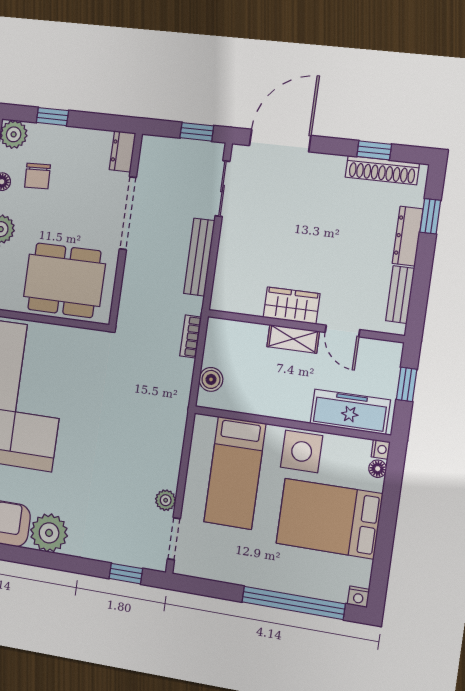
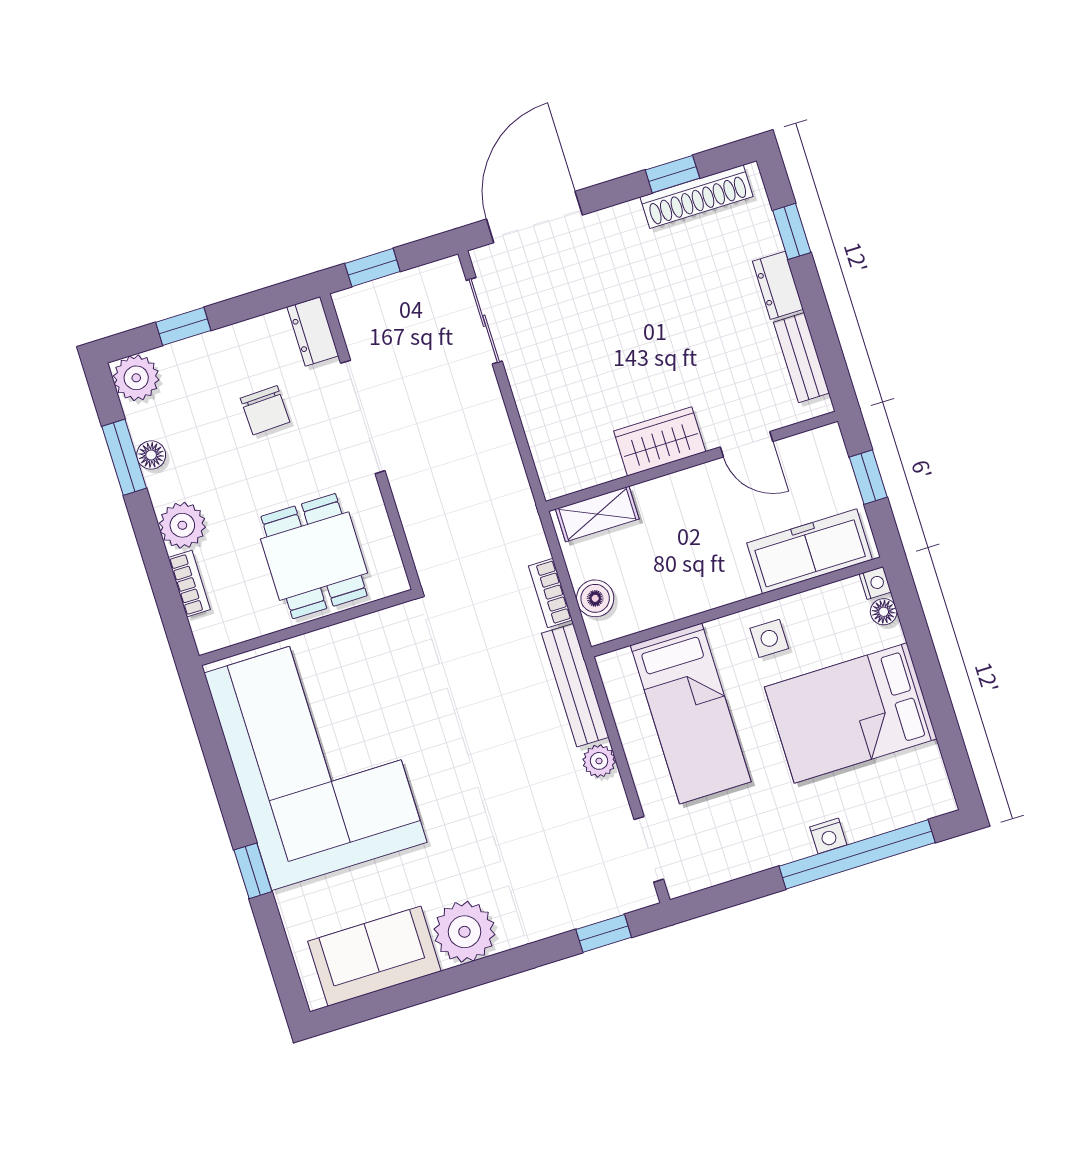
window: (197, 132) -> (372, 268), moved
chair: (37, 176) -> (265, 410), moved
dresser: (408, 236) -> (778, 285), width x0.70
bench: (199, 257) -> (575, 685), moved
dining table: (64, 280) -> (314, 556), width x0.73
bookcase: (191, 336) -> (550, 593), moved
shelving: (293, 339) -> (597, 514), moved
side table: (302, 451) -> (769, 638), width x0.54, depth x0.54
plant: (166, 500) -> (599, 761), moved
nightstand: (358, 597) -> (828, 836), moved

